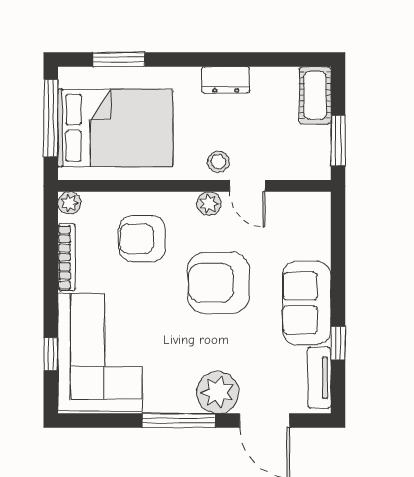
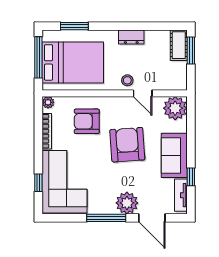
window: (338, 141) -> (191, 51), moved
plant: (209, 204) -> (175, 108), moved, width x1.88, depth x1.88
armchair: (218, 283) -> (127, 145), turned 86

